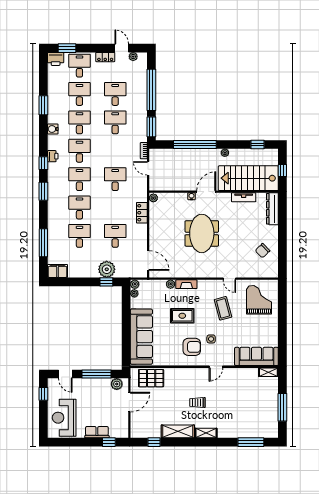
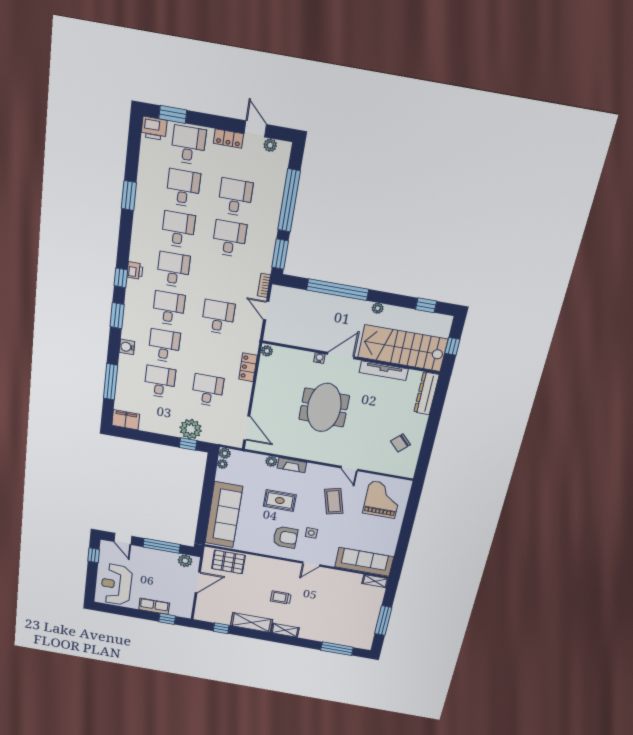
water cooler: (53, 129) -> (127, 347), moved
tv unit: (244, 197) -> (384, 371), width x1.41

